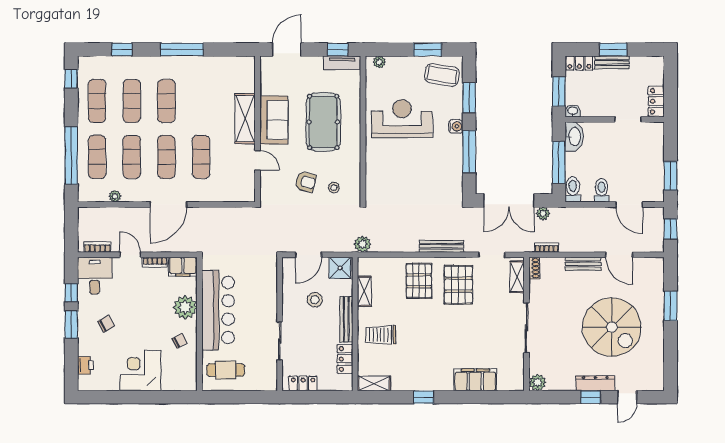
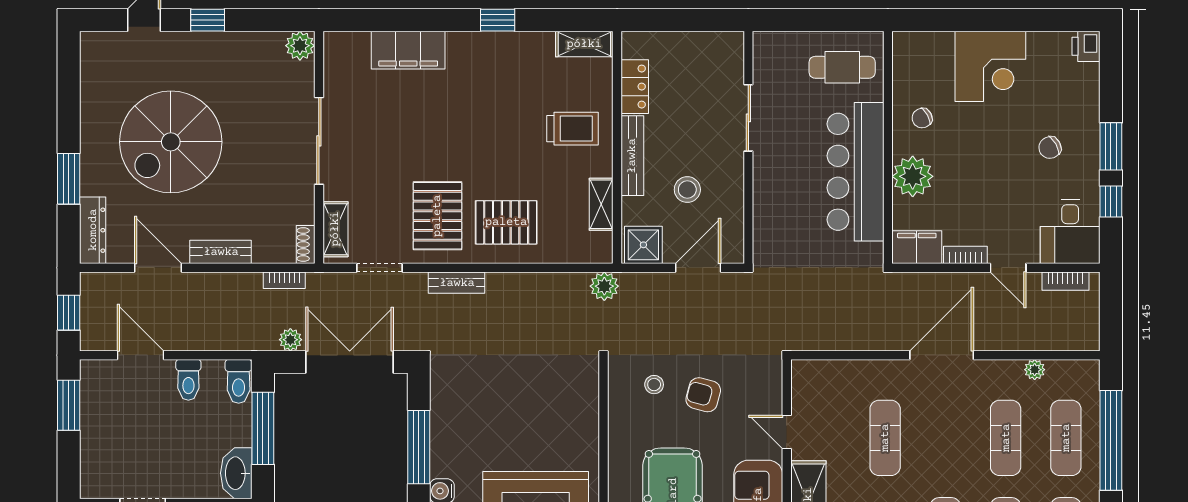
exercise mat: (166, 157) -> (945, 438), removed
bench: (442, 246) -> (457, 283), width x0.73
pallet: (419, 281) -> (506, 222), turned 90
spiral stairs: (612, 327) -> (171, 142), turned -90
printer: (85, 365) -> (1086, 46), moved
locker: (303, 383) -> (708, 44), removed
dresser: (595, 383) -> (93, 230), moved, turned -90

